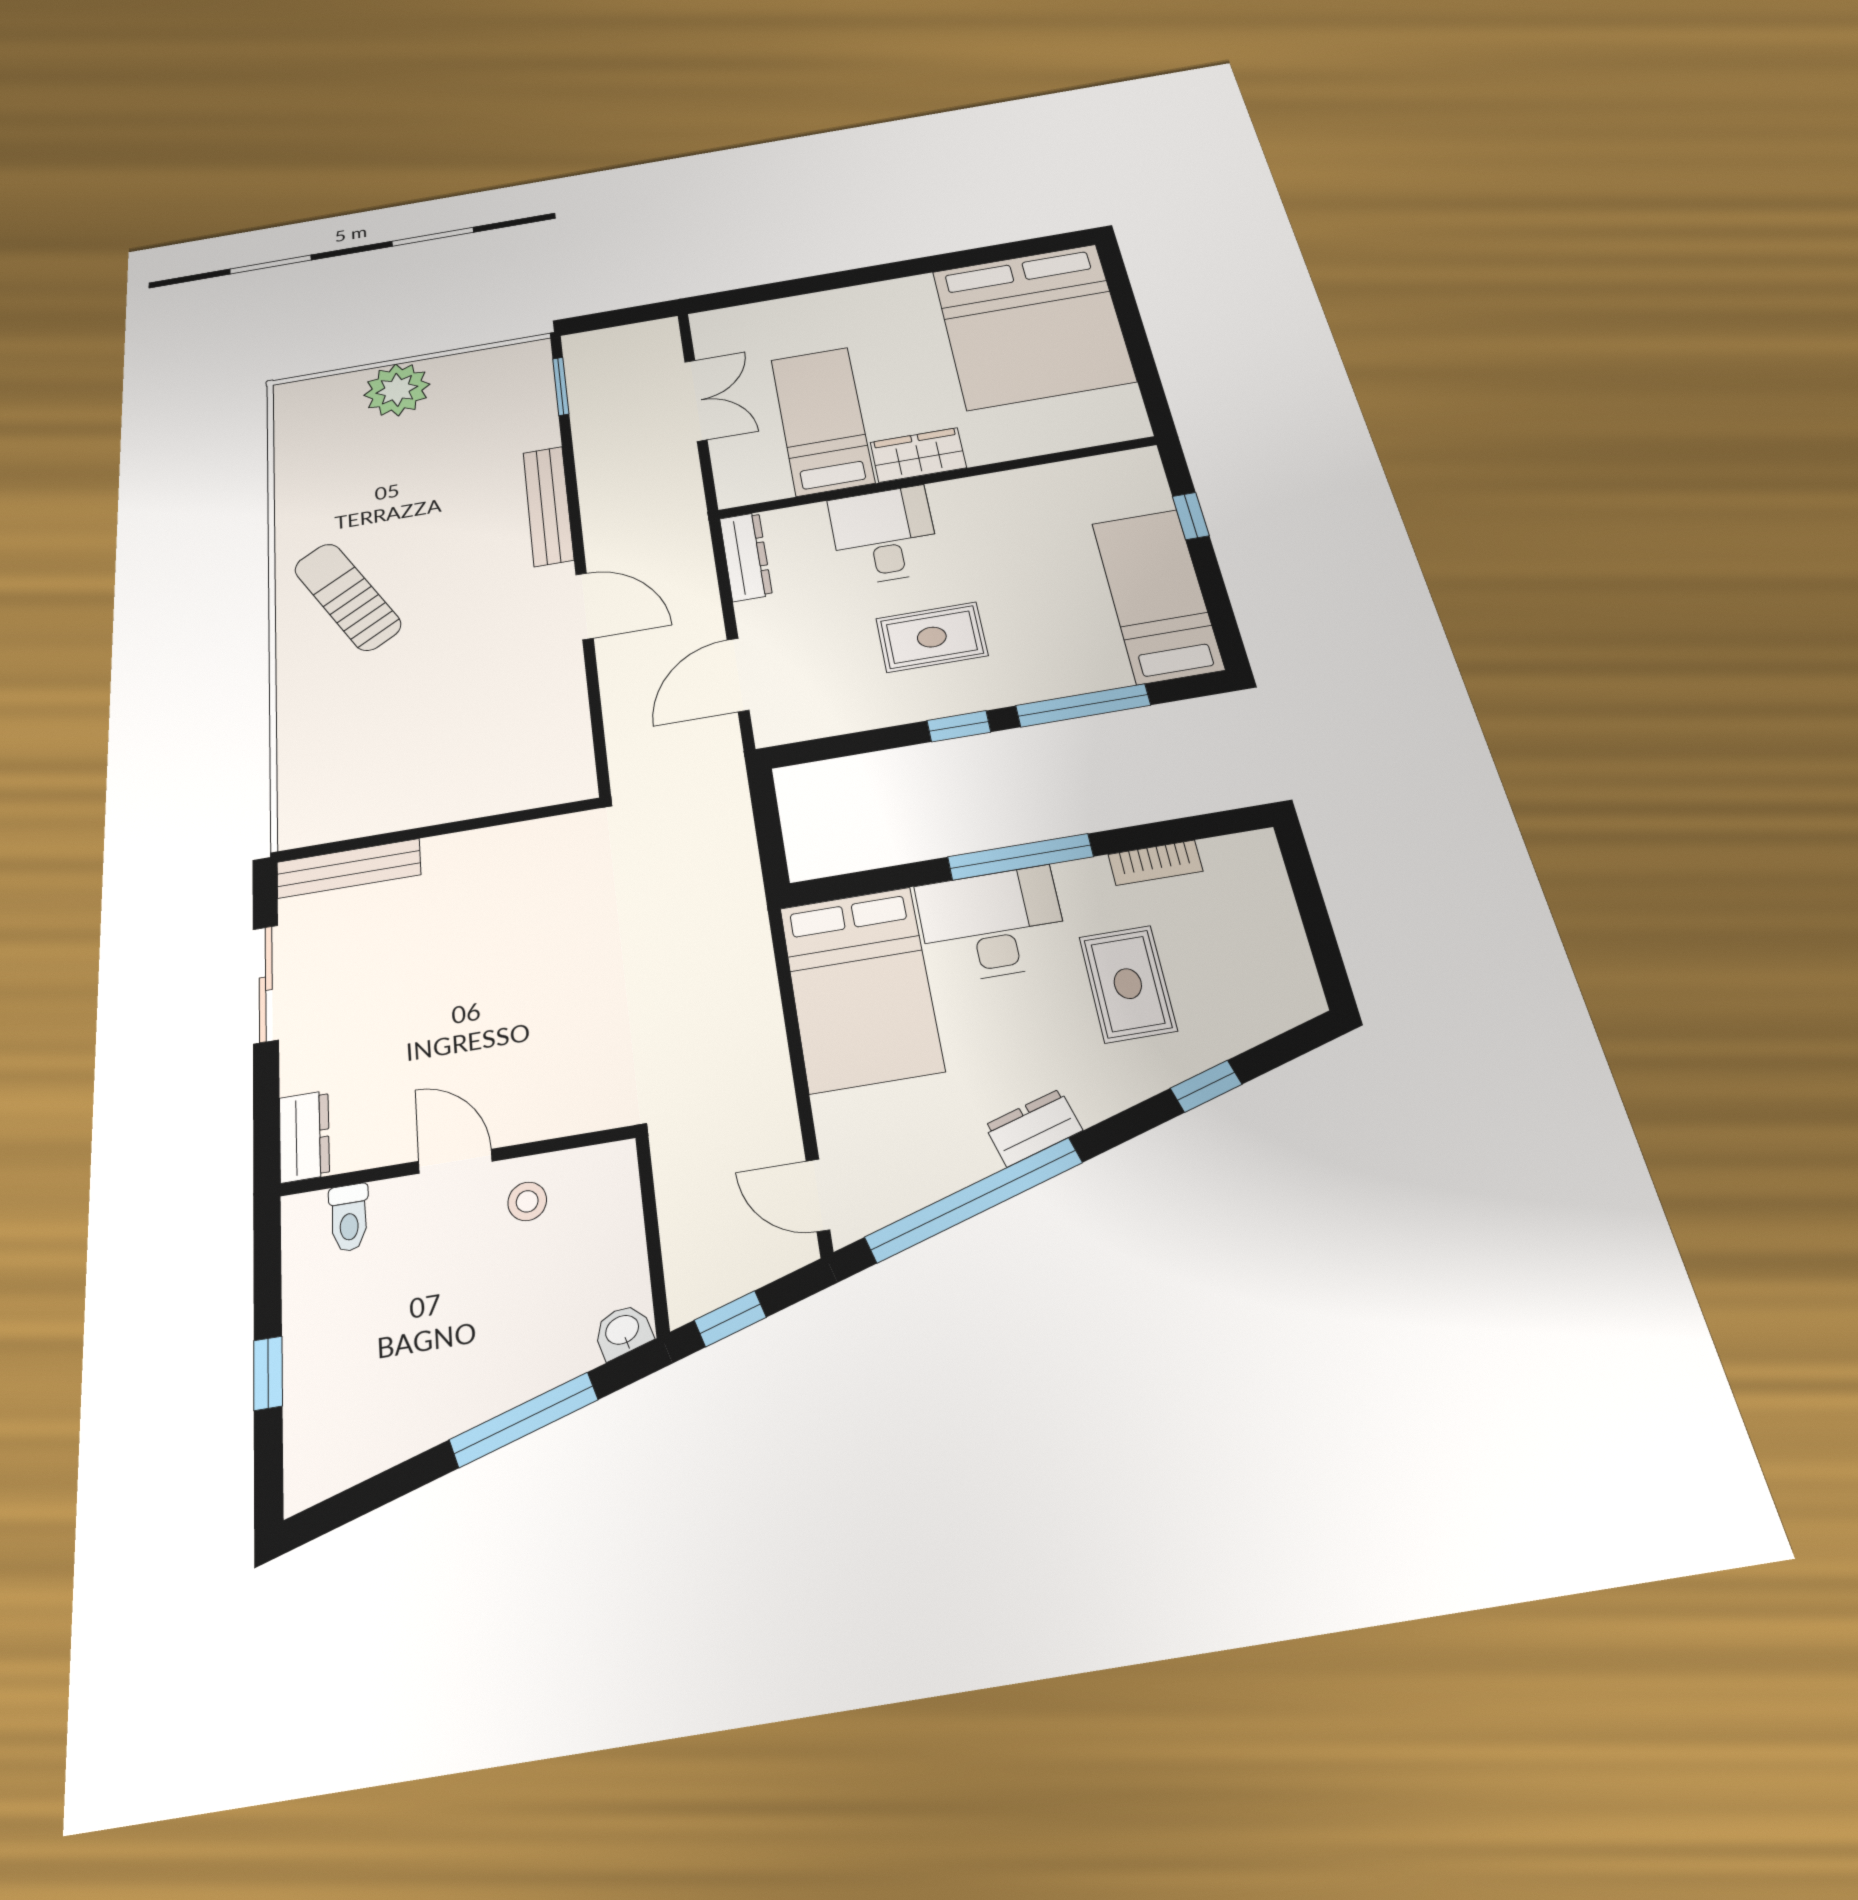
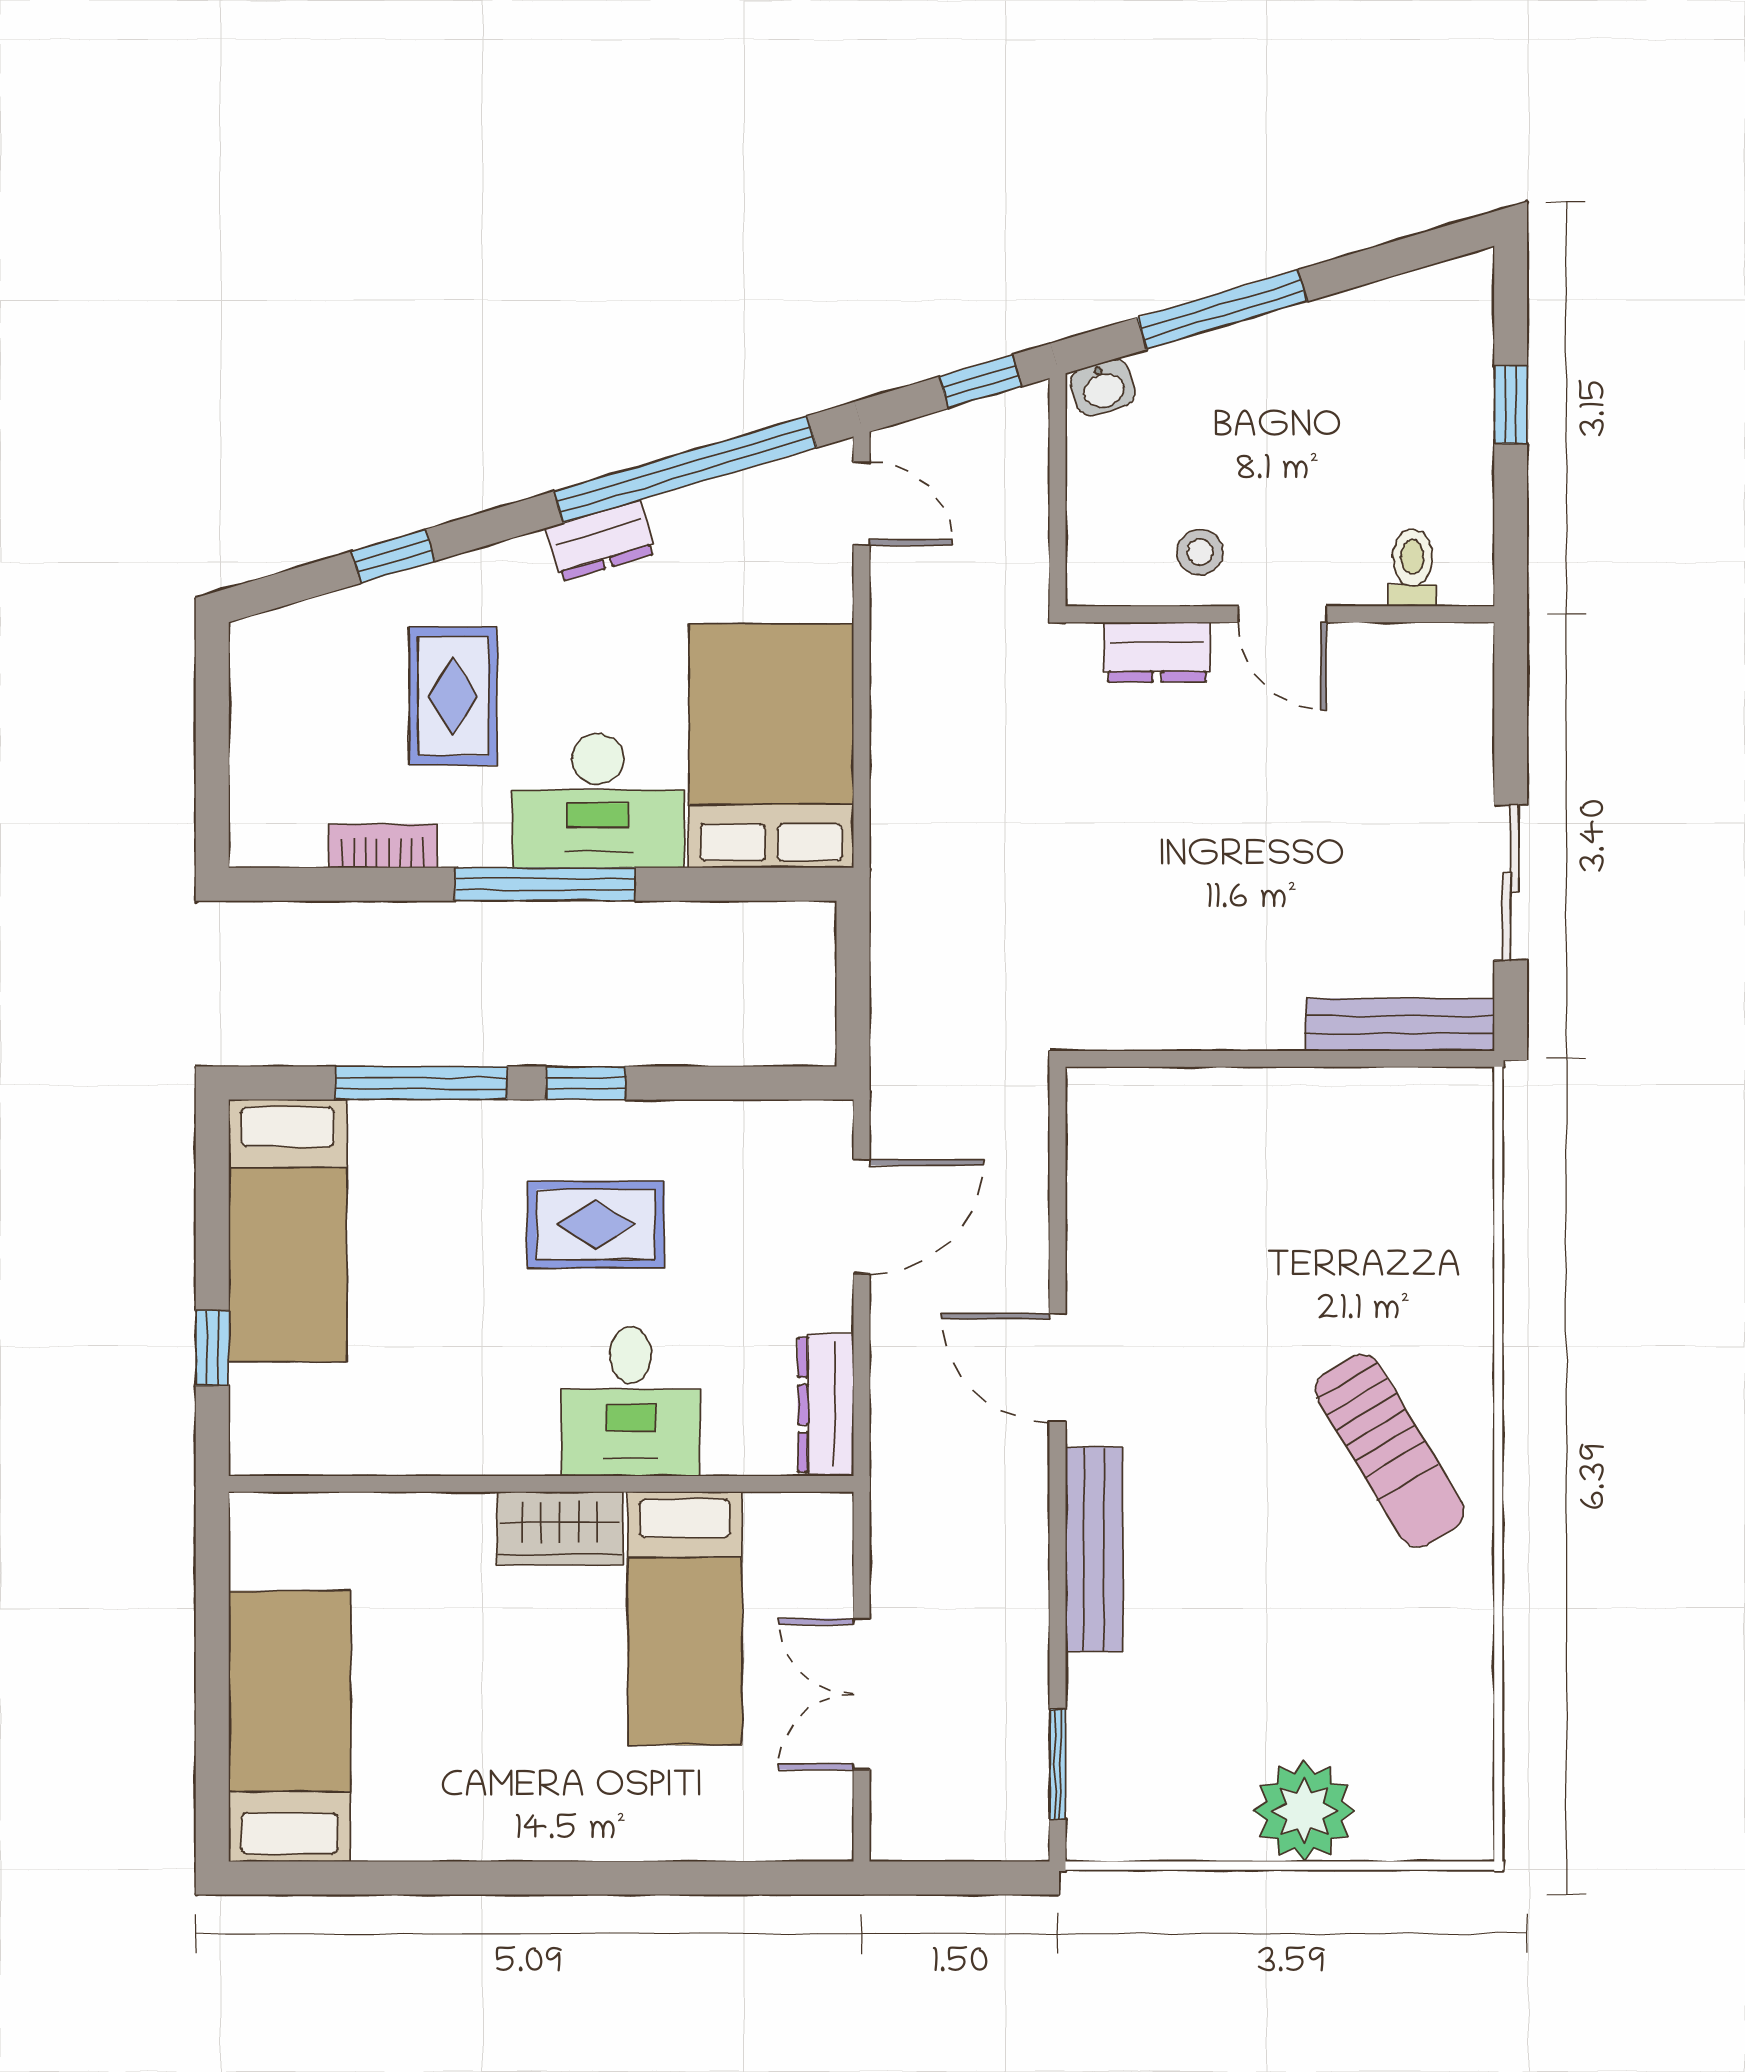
bed: (1033, 326) -> (289, 1726), width x0.49
dresser: (304, 1136) -> (1157, 652), moved, turned -90

